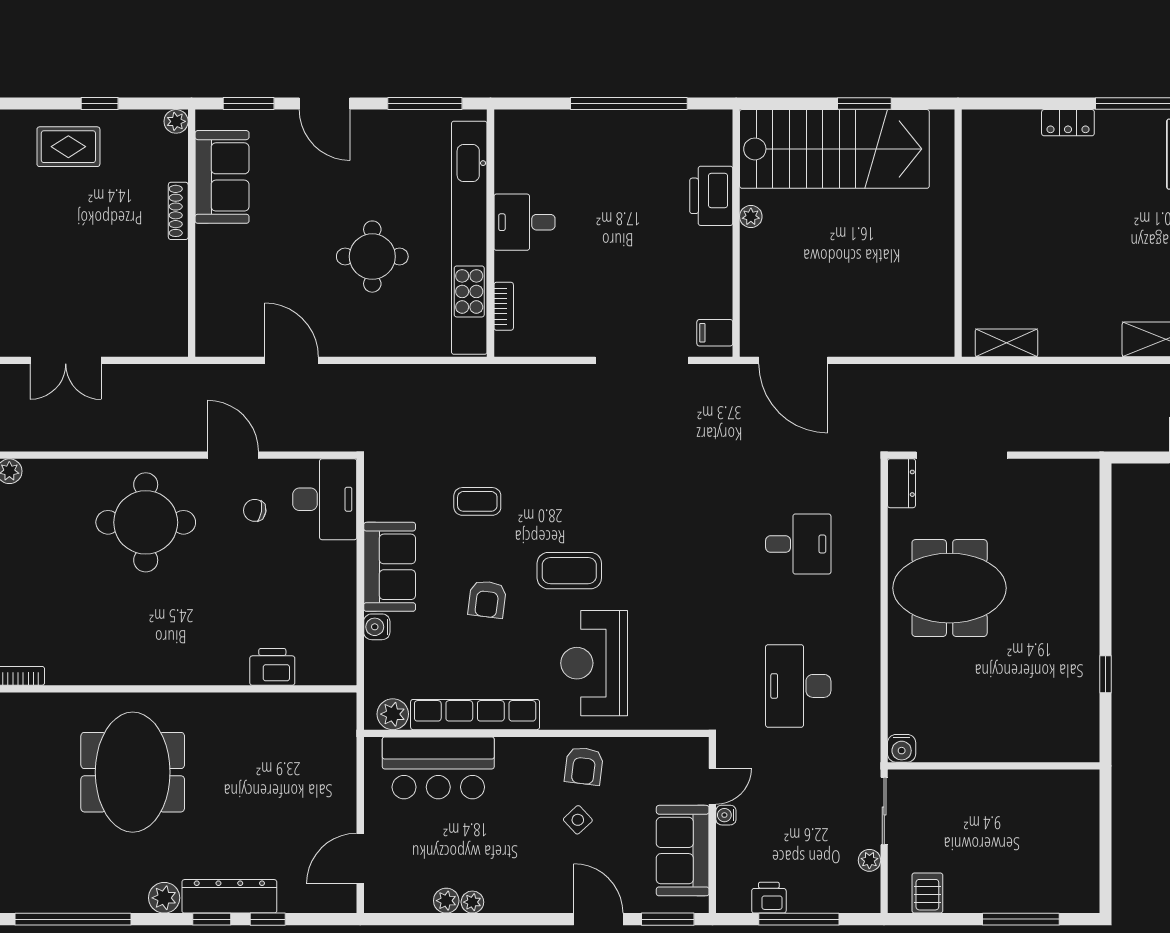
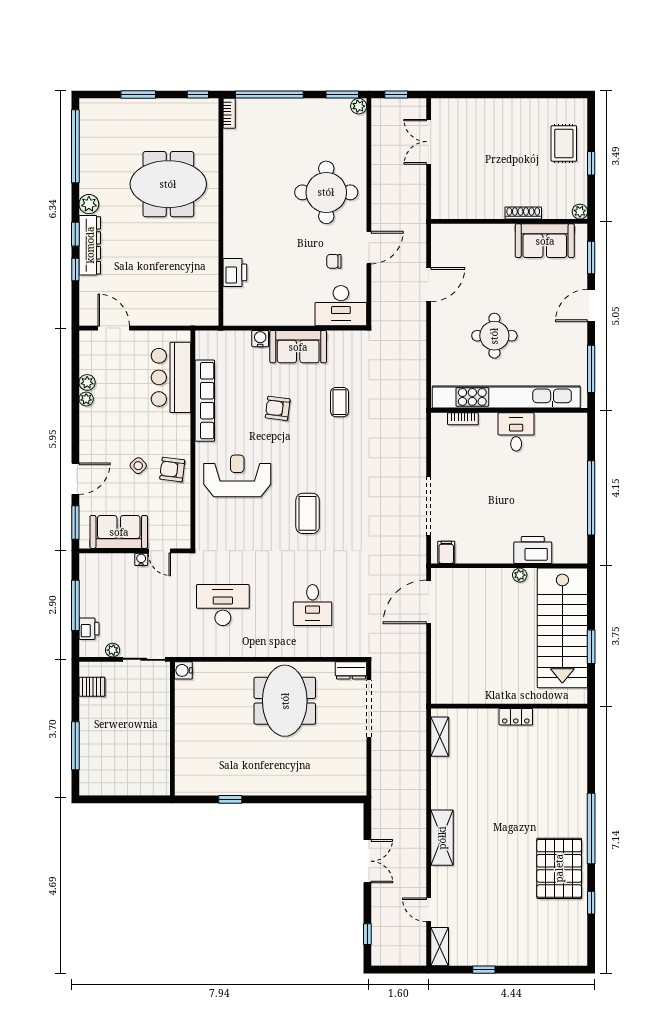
locker: (1068, 123) -> (516, 717), moved, turned -90
chair: (255, 510) -> (334, 261), turned -99
coffee table: (569, 571) -> (308, 513), moved
plant: (393, 714) -> (205, 349), removed
printer: (769, 898) -> (89, 629), moved

